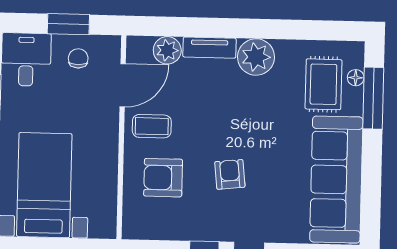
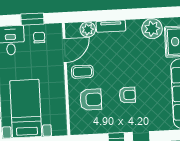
plant: (256, 57) -> (152, 29), moved
armchair: (230, 174) -> (127, 95), turned 96
armchair: (163, 178) -> (91, 100), turned 180

